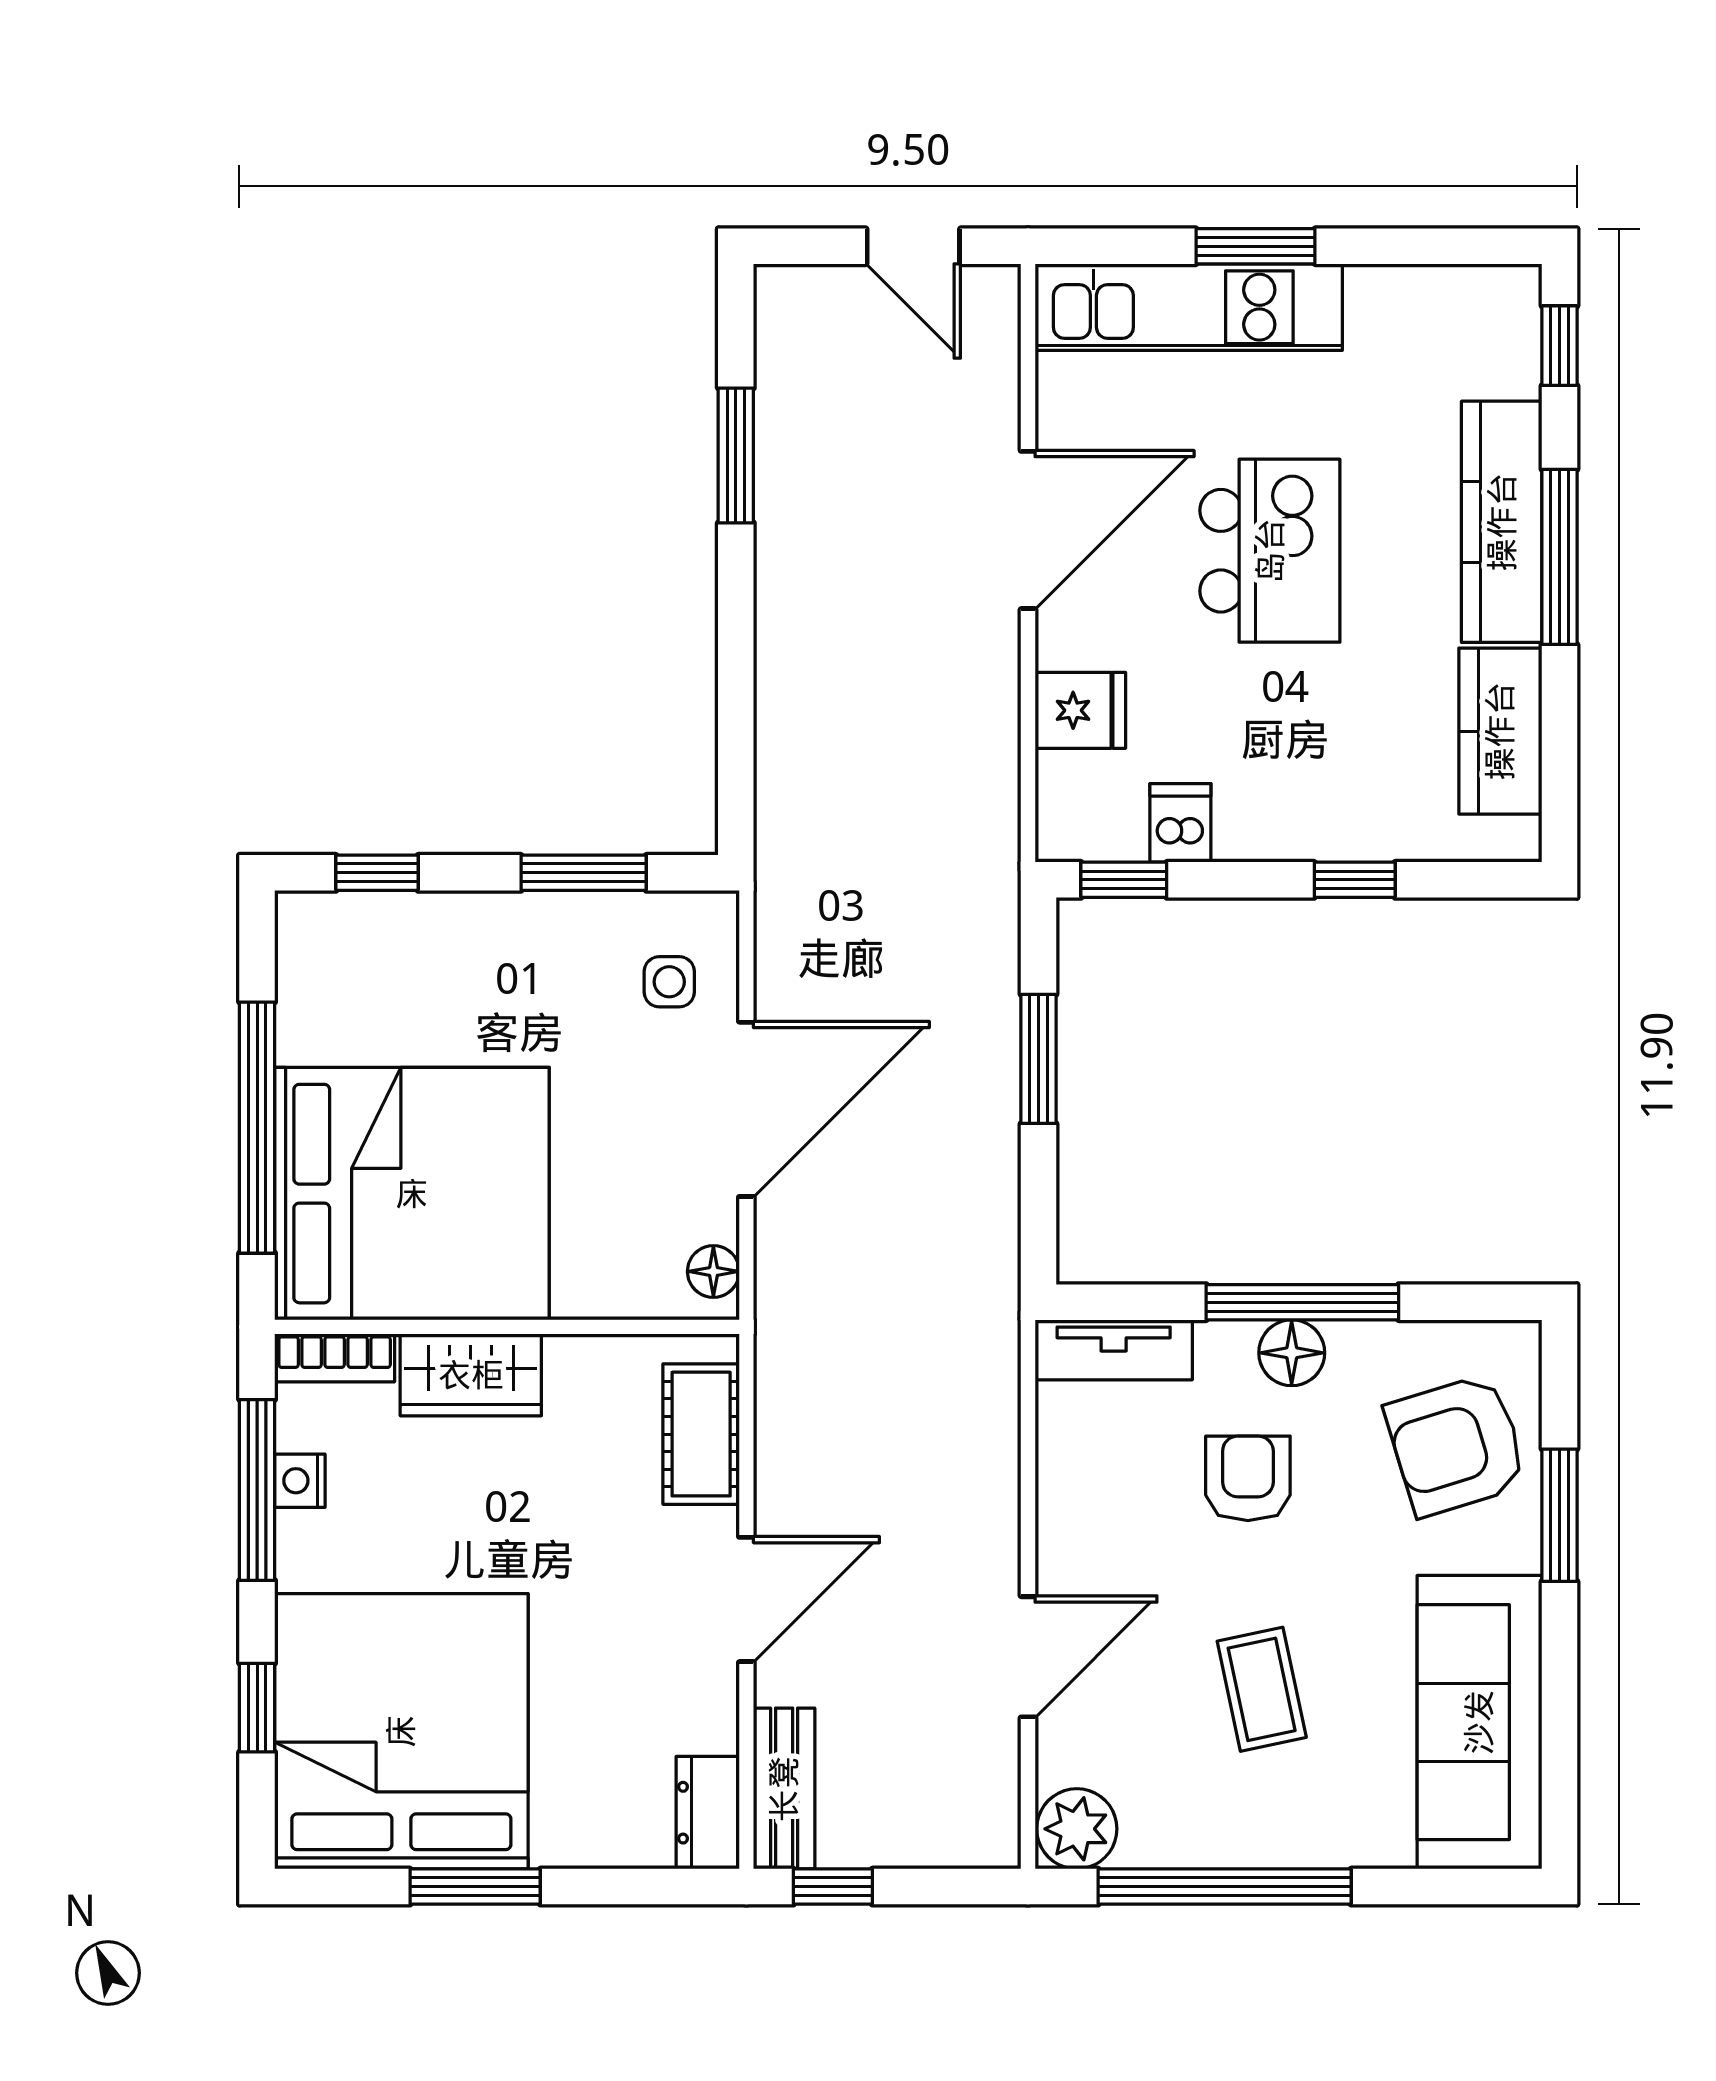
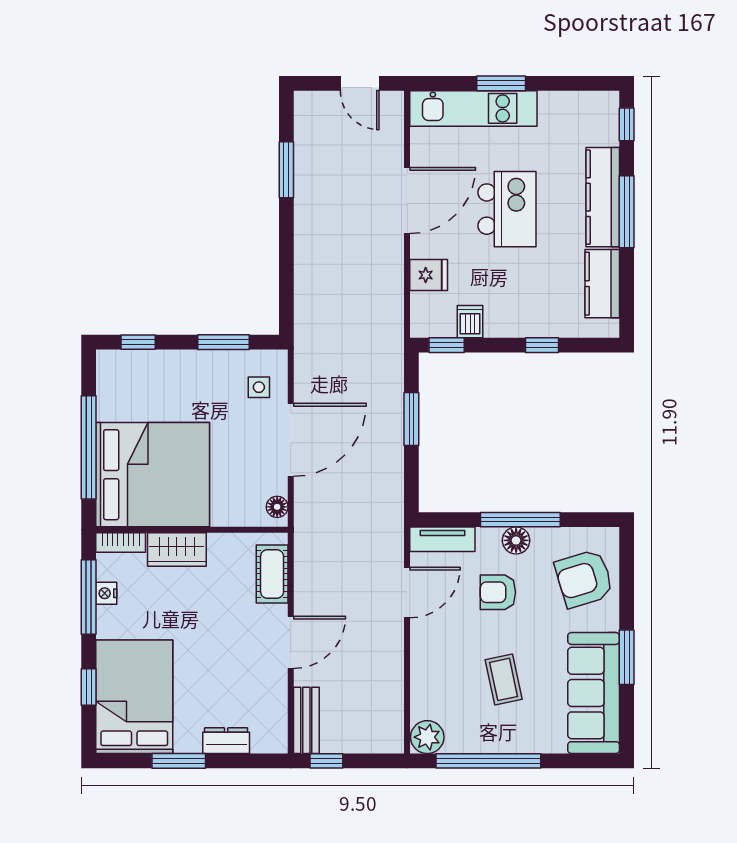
armchair: (1248, 1478) -> (498, 592), turned -90
window: (1559, 1515) -> (627, 657), moved
door: (1028, 1657) -> (407, 593), moved
bed: (401, 1731) -> (134, 697), width x0.73
dresser: (708, 1813) -> (226, 741), moved, turned 90

